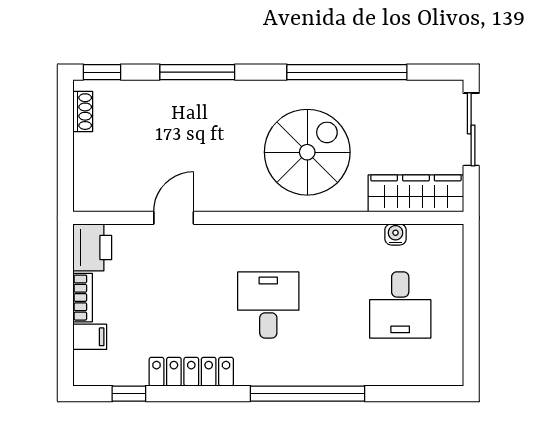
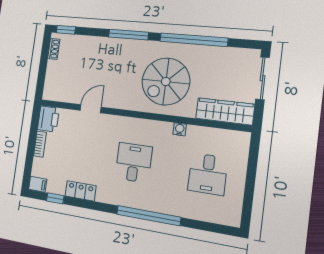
window: (197, 72) -> (128, 35), moved
spiral stairs: (307, 152) -> (166, 82), turned 180
water cooler: (396, 234) -> (180, 129), moved
filing cabinet: (90, 337) -> (38, 184), moved
locker: (191, 372) -> (81, 191), width x0.66

